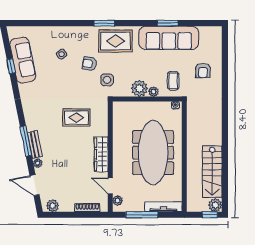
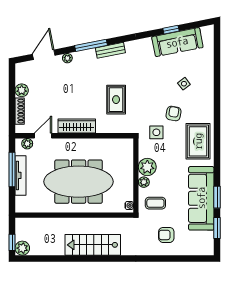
window: (104, 23) -> (217, 228), moved
bench: (35, 144) -> (110, 50), moved
stairs: (212, 172) -> (93, 245), moved
plant: (53, 206) -> (22, 90), moved
tv unit: (163, 207) -> (21, 175), moved

